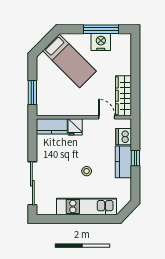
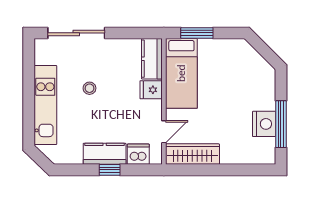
bed: (69, 61) -> (181, 73), moved, turned -45
stool: (87, 171) -> (89, 88), moved

